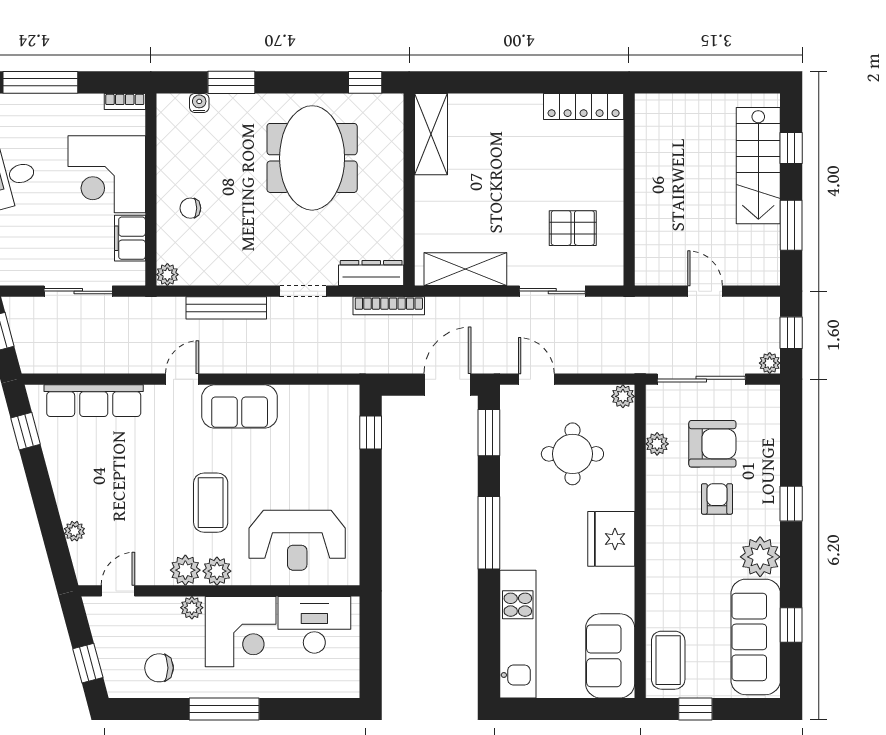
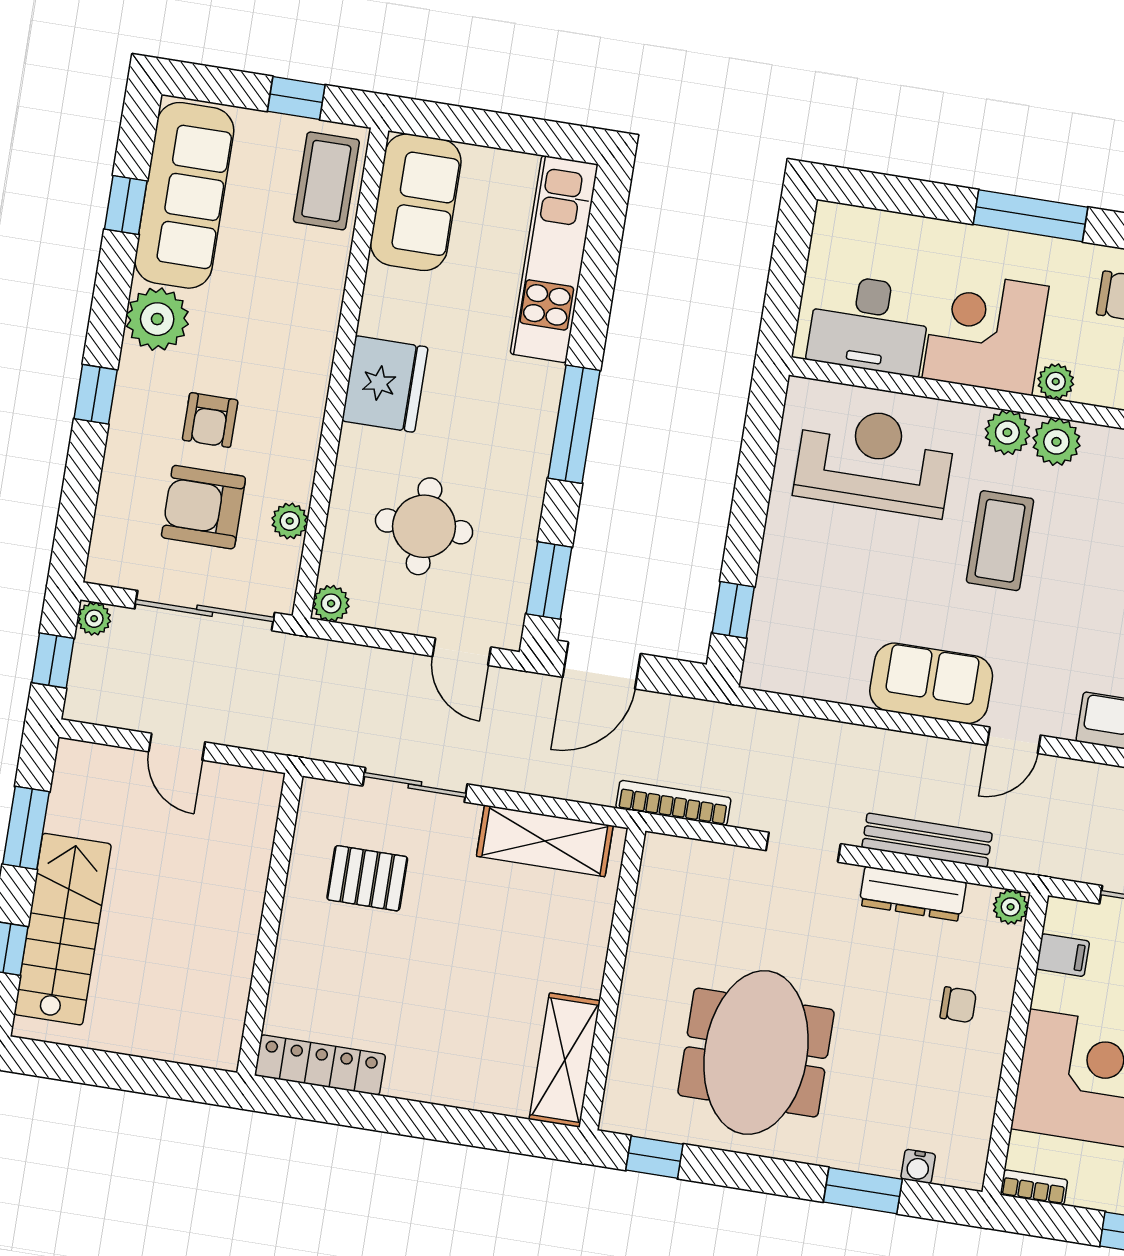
filing cabinet: (130, 238) -> (1063, 955), width x0.50
dresser: (371, 273) -> (913, 894), moved

